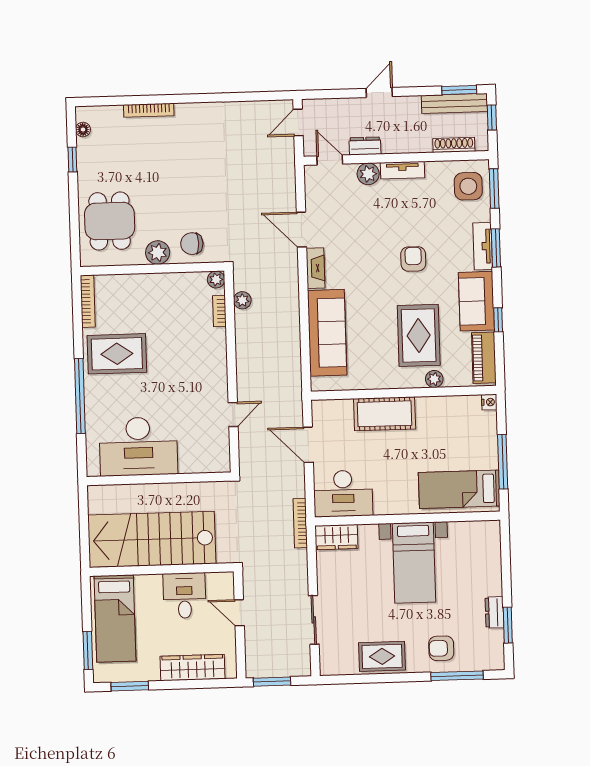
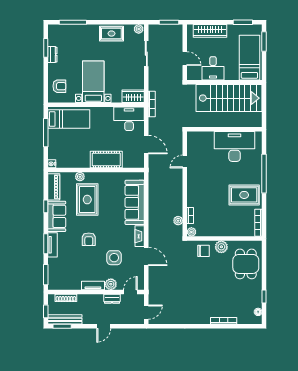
door: (330, 160) -> (130, 292), swing flipped
side table: (468, 186) -> (114, 258), moved
armchair: (441, 648) -> (59, 86), moved
plant: (330, 667) -> (139, 29), added

